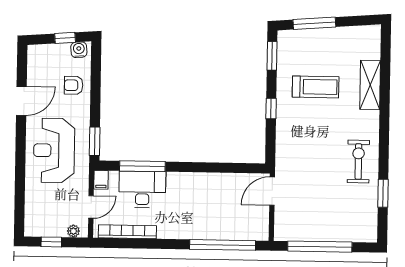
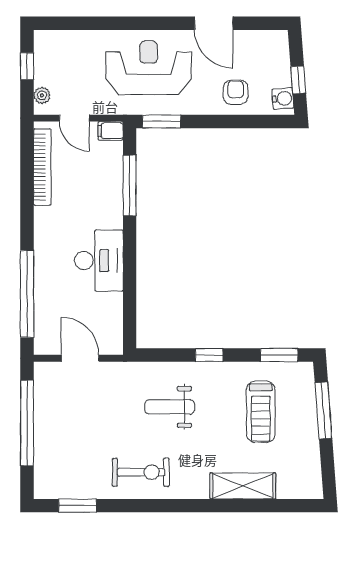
treadmill: (316, 87) -> (261, 412), moved
weight bench: (310, 139) -> (170, 407), added
desk: (142, 189) -> (99, 261), moved
door: (272, 191) -> (80, 358), moved
window: (383, 193) -> (78, 506), moved

